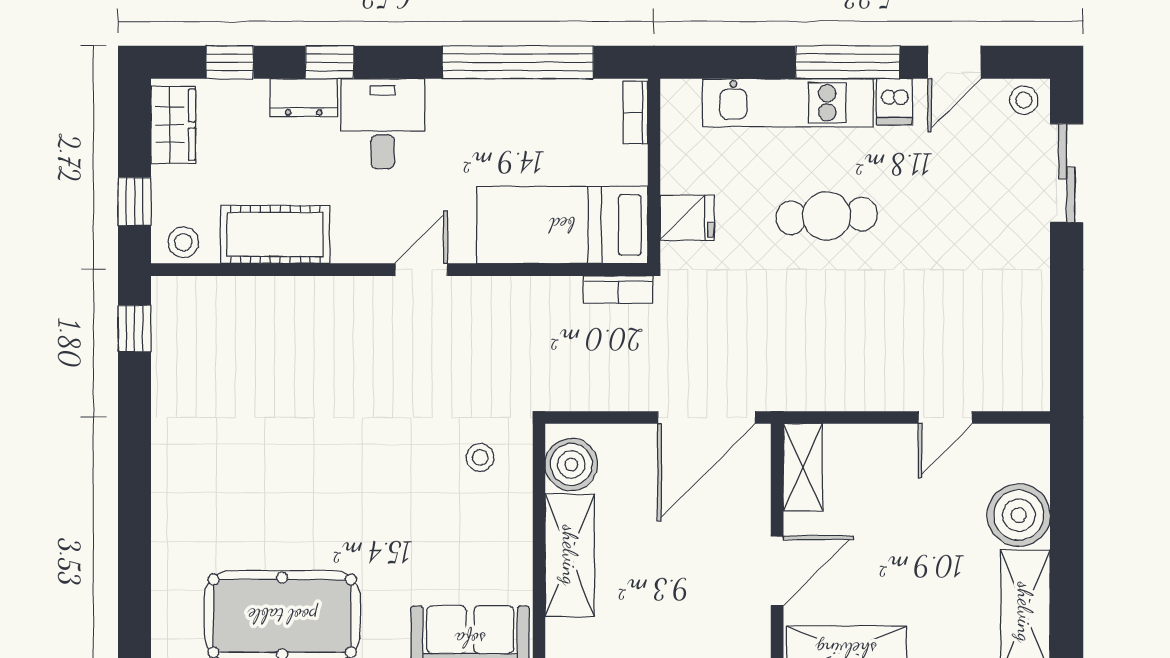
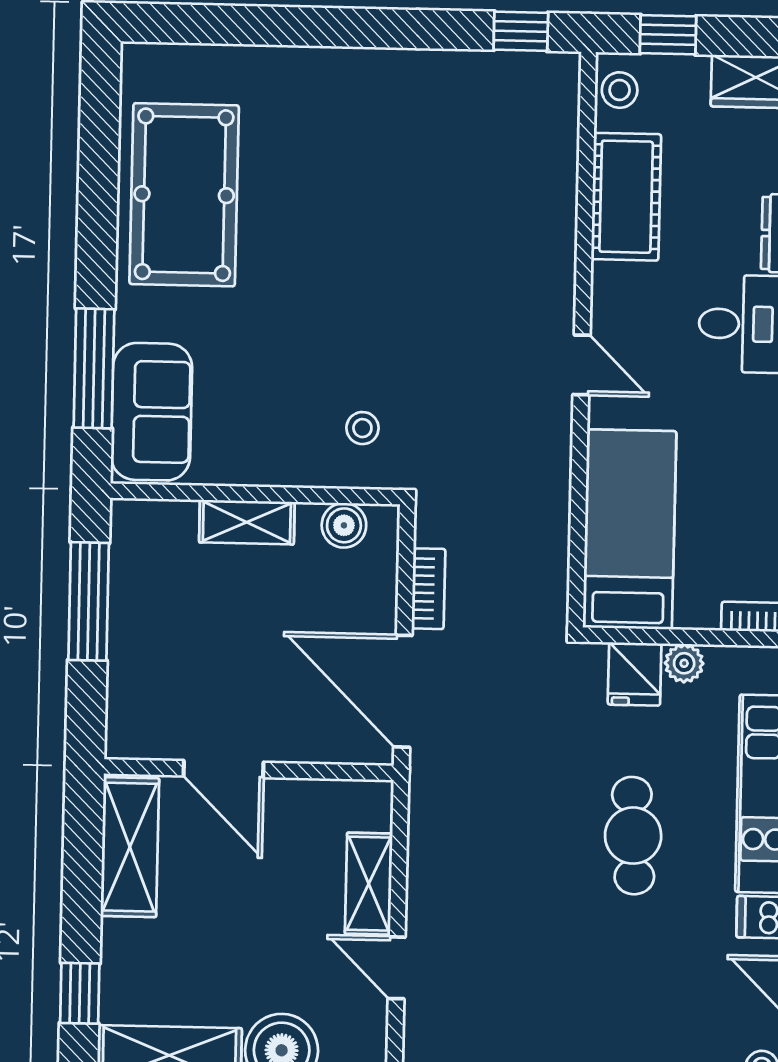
plant: (677, 175) -> (684, 663), added
bookcase: (618, 290) -> (428, 589), moved, turned 180
boiler: (571, 465) -> (344, 525), width x0.73, depth x0.73
shelving: (803, 467) -> (369, 884), moved, turned 90
shelving: (570, 555) -> (247, 522), width x0.67, depth x0.75

